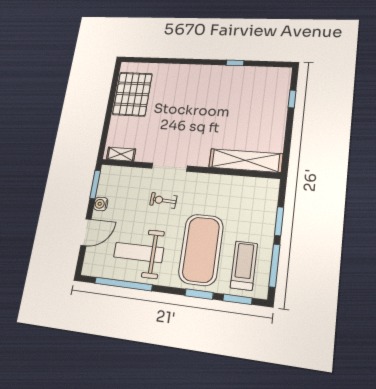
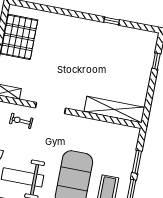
exercise bike: (163, 200) -> (21, 121), moved

